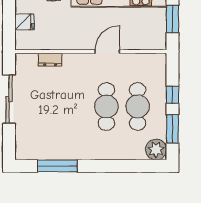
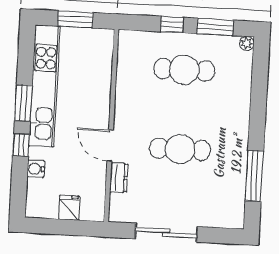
door: (107, 52) -> (110, 145), moved
cafe table: (106, 106) -> (180, 149), moved
plant: (156, 149) -> (247, 43), width x0.53, depth x0.53

